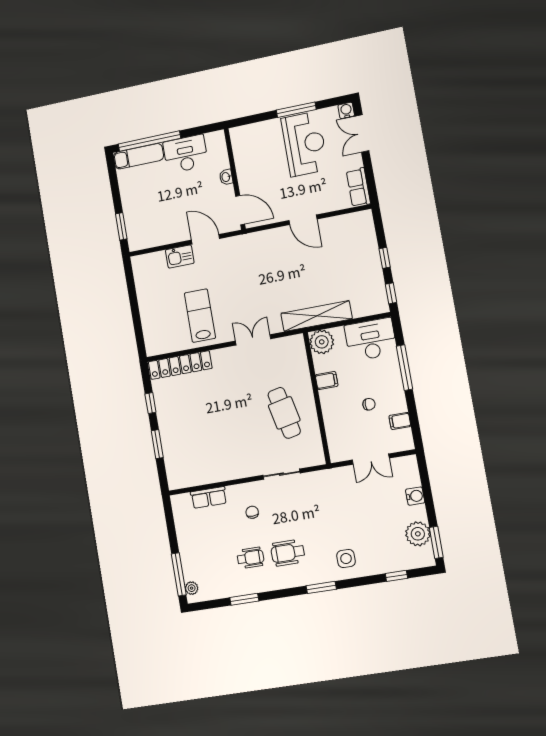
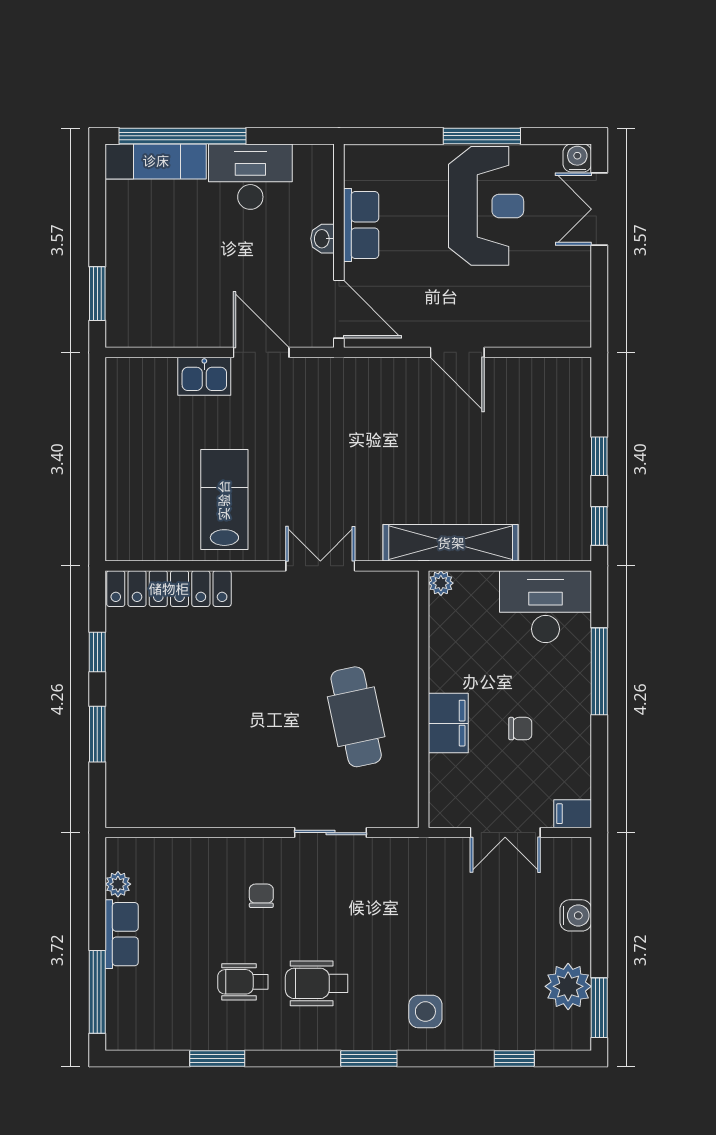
row of seats: (358, 187) -> (361, 225), moved, turned 180
plant: (322, 342) -> (441, 583), width x0.53, depth x0.53
filing cabinet: (327, 380) -> (448, 723), moved, width x2.00
filing cabinet: (400, 421) -> (573, 814), moved
row of seats: (209, 497) -> (122, 934), moved, turned -90
wheelchair: (251, 558) -> (243, 982), turned 180
plant: (192, 588) -> (118, 884), moved

